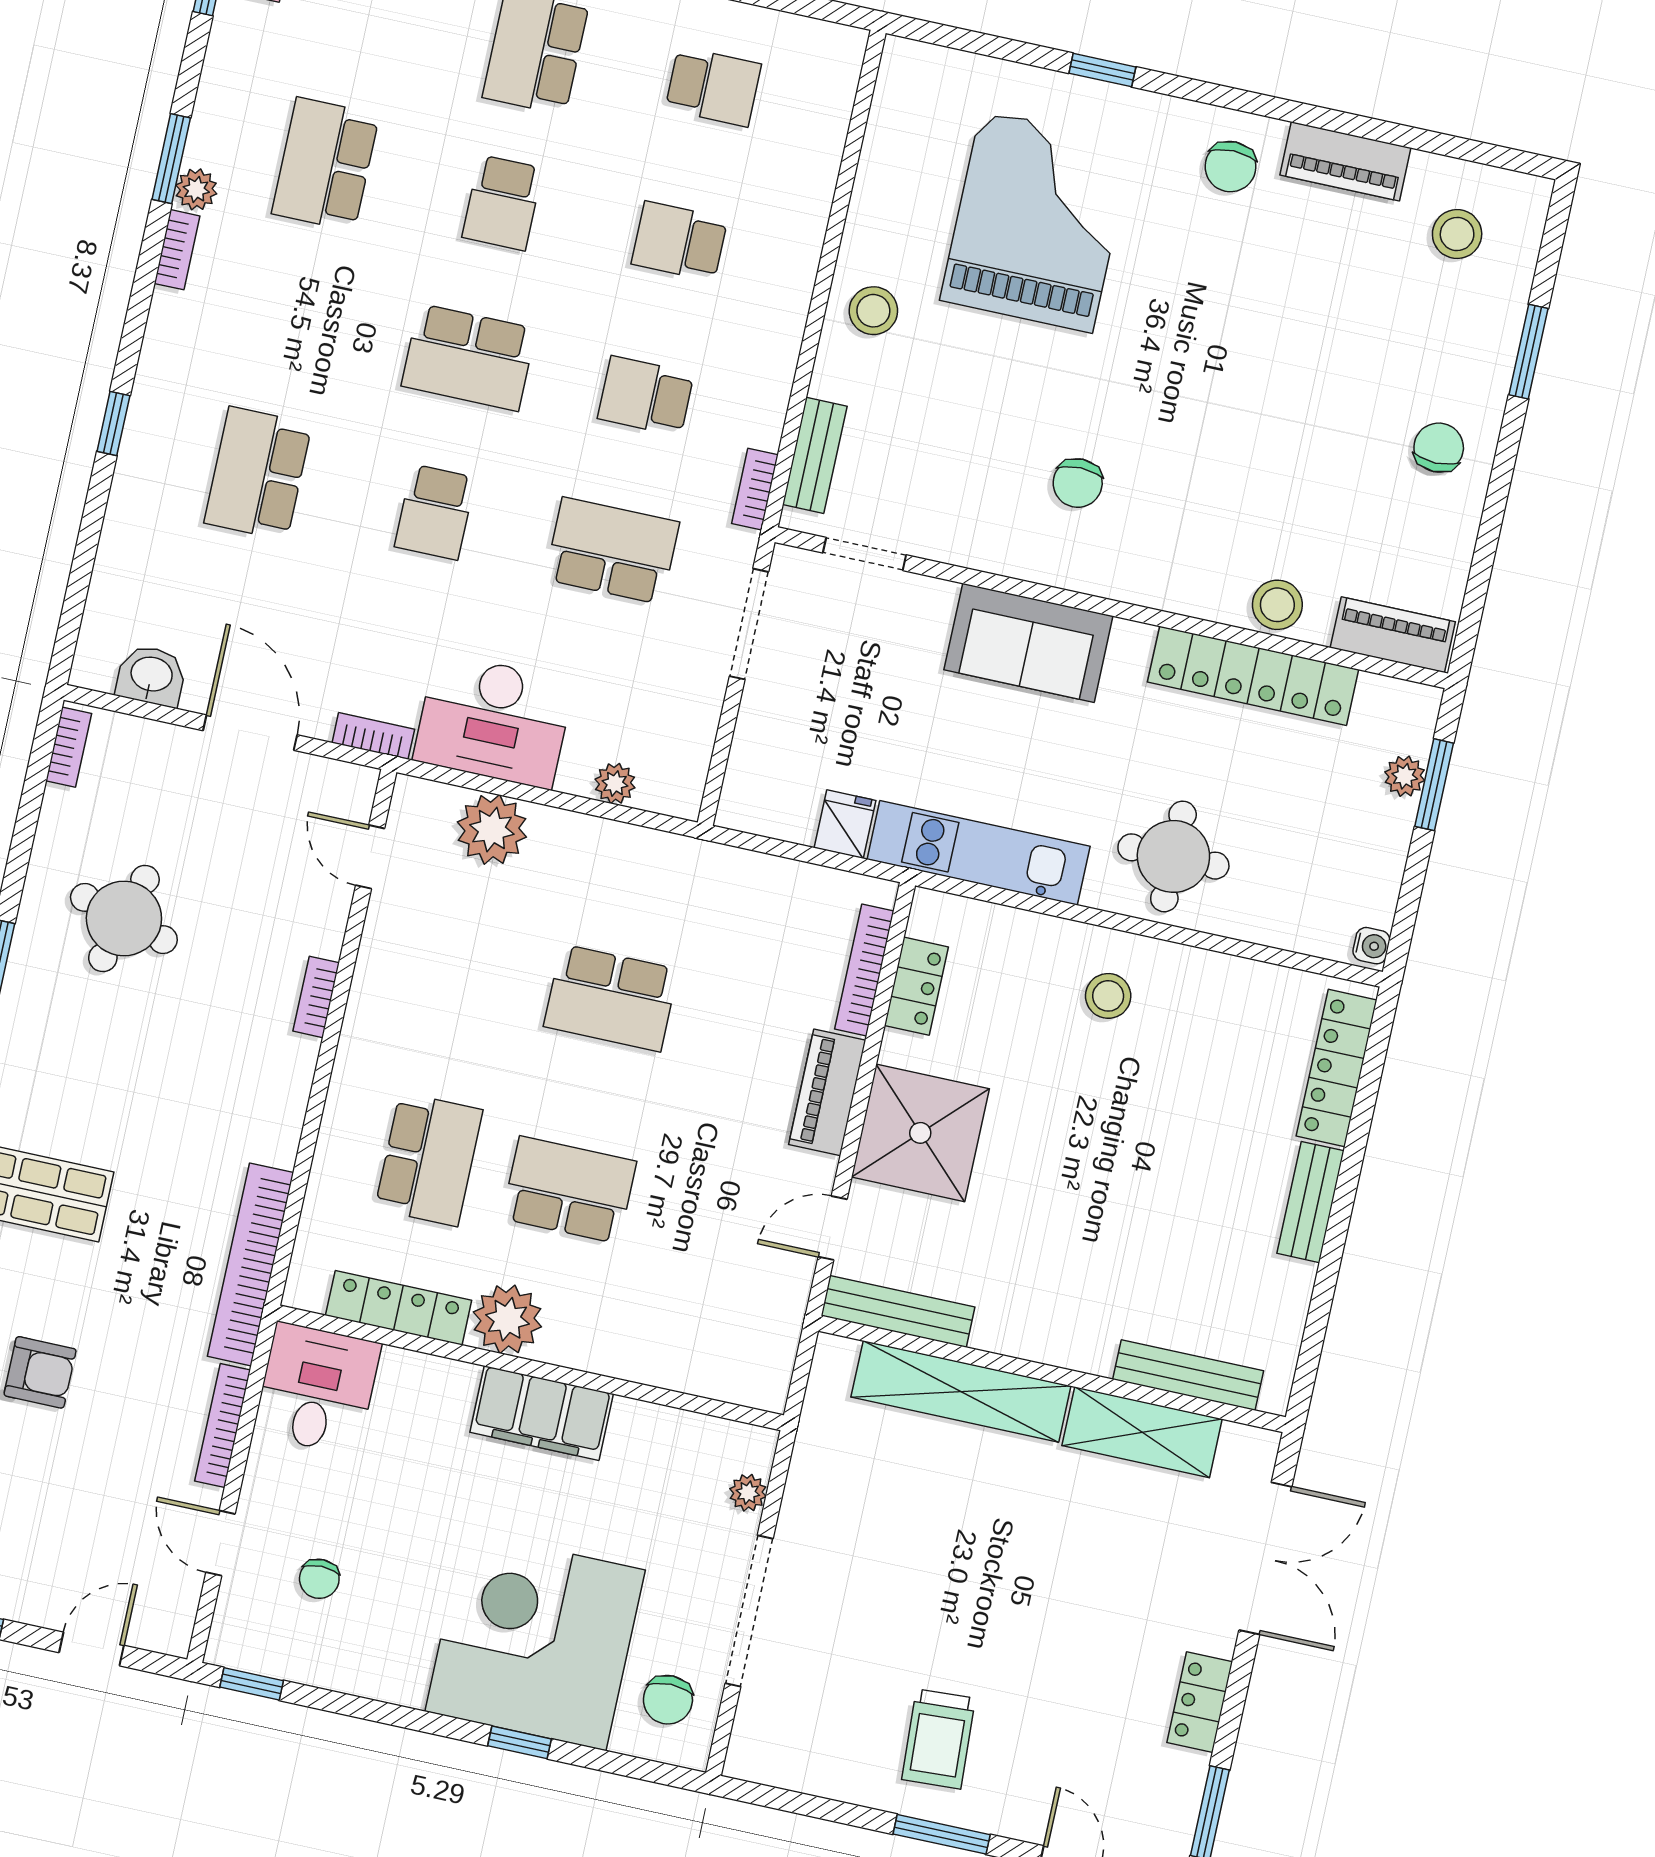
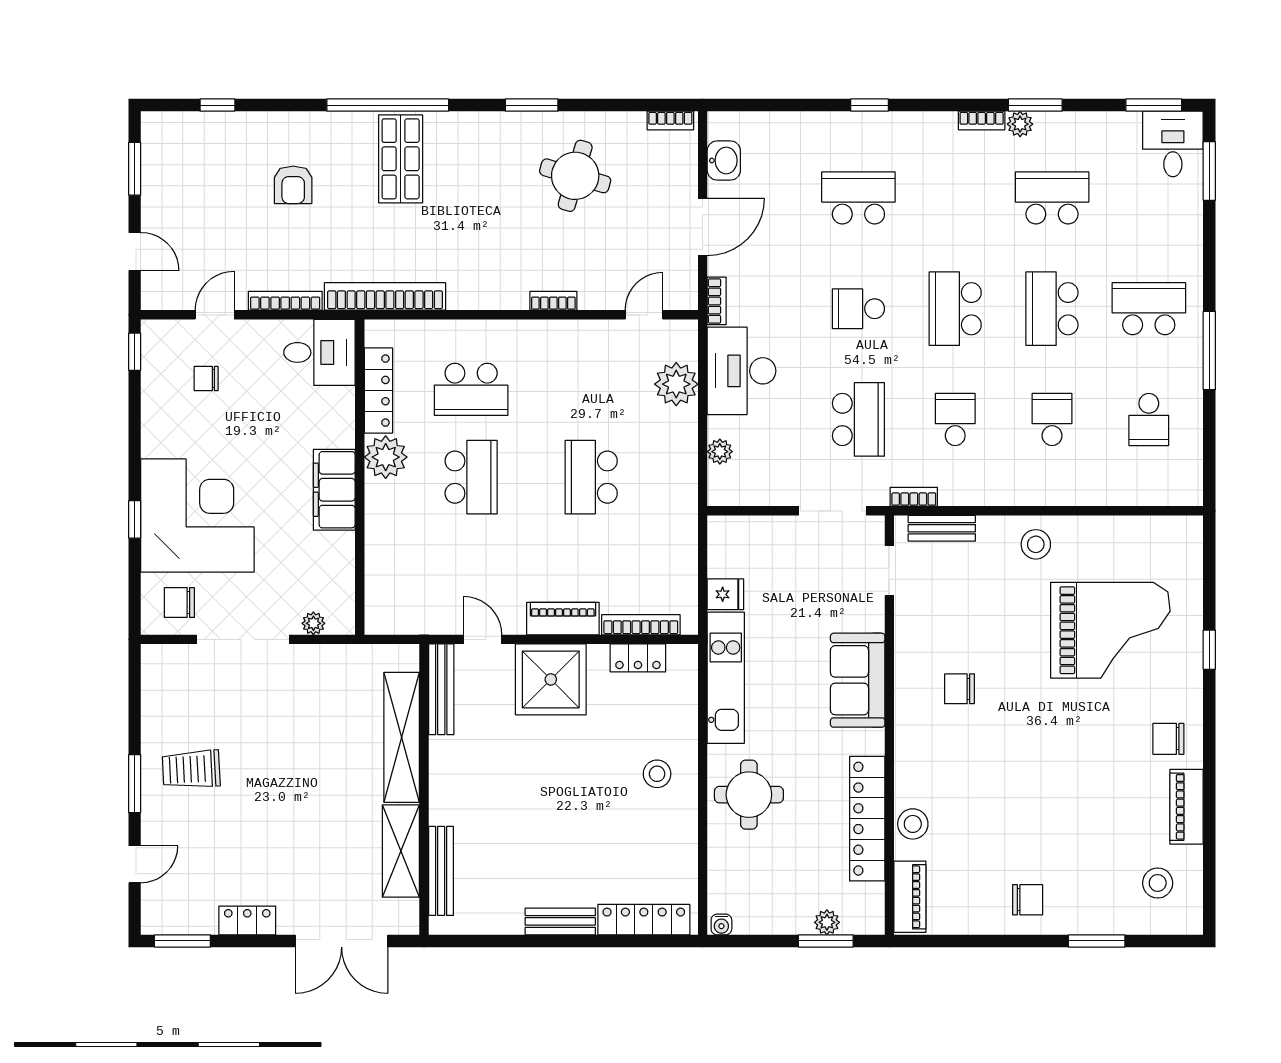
school desk: (502, 203) -> (1052, 309), width x1.85

